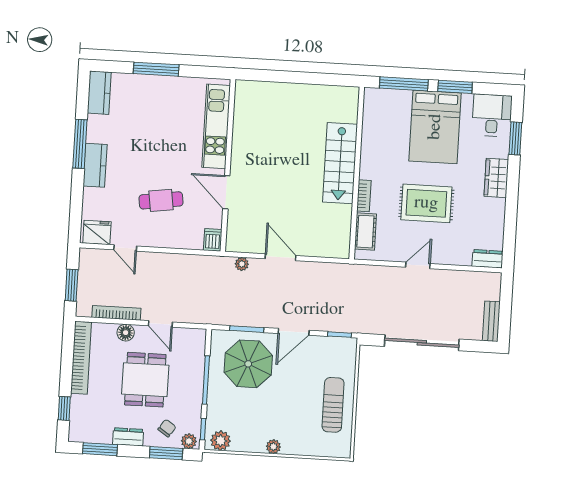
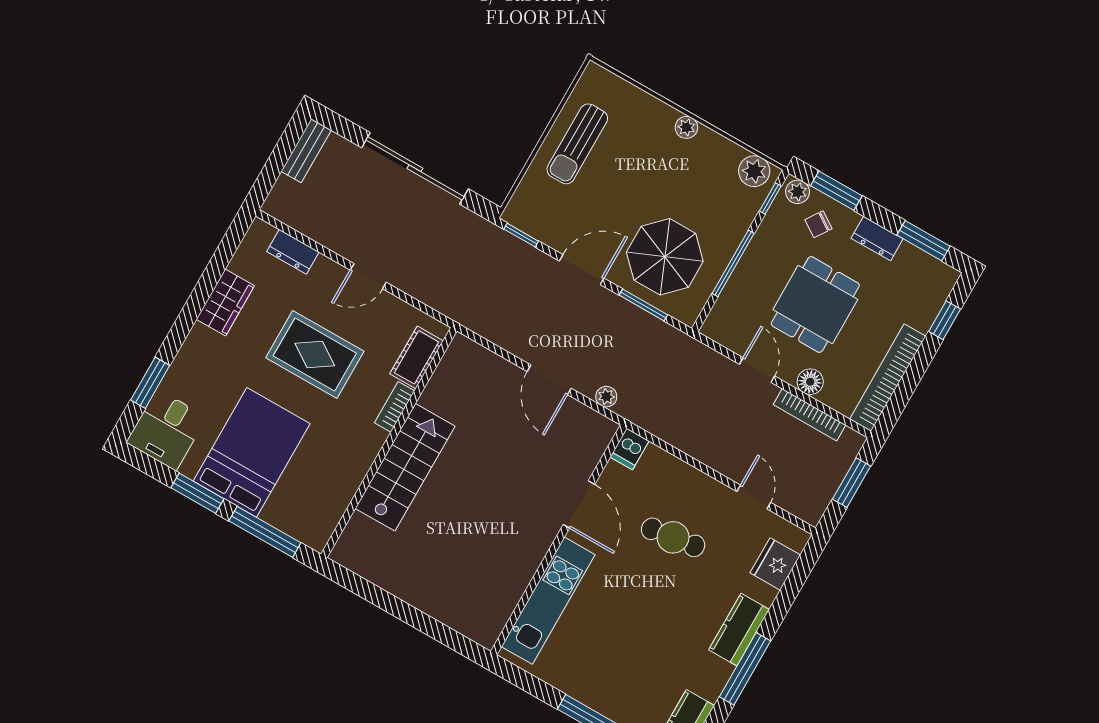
wardrobe: (496, 178) -> (225, 302), moved
fridge: (97, 232) -> (775, 564), moved, turned 90
dresser: (488, 259) -> (293, 252), moved

